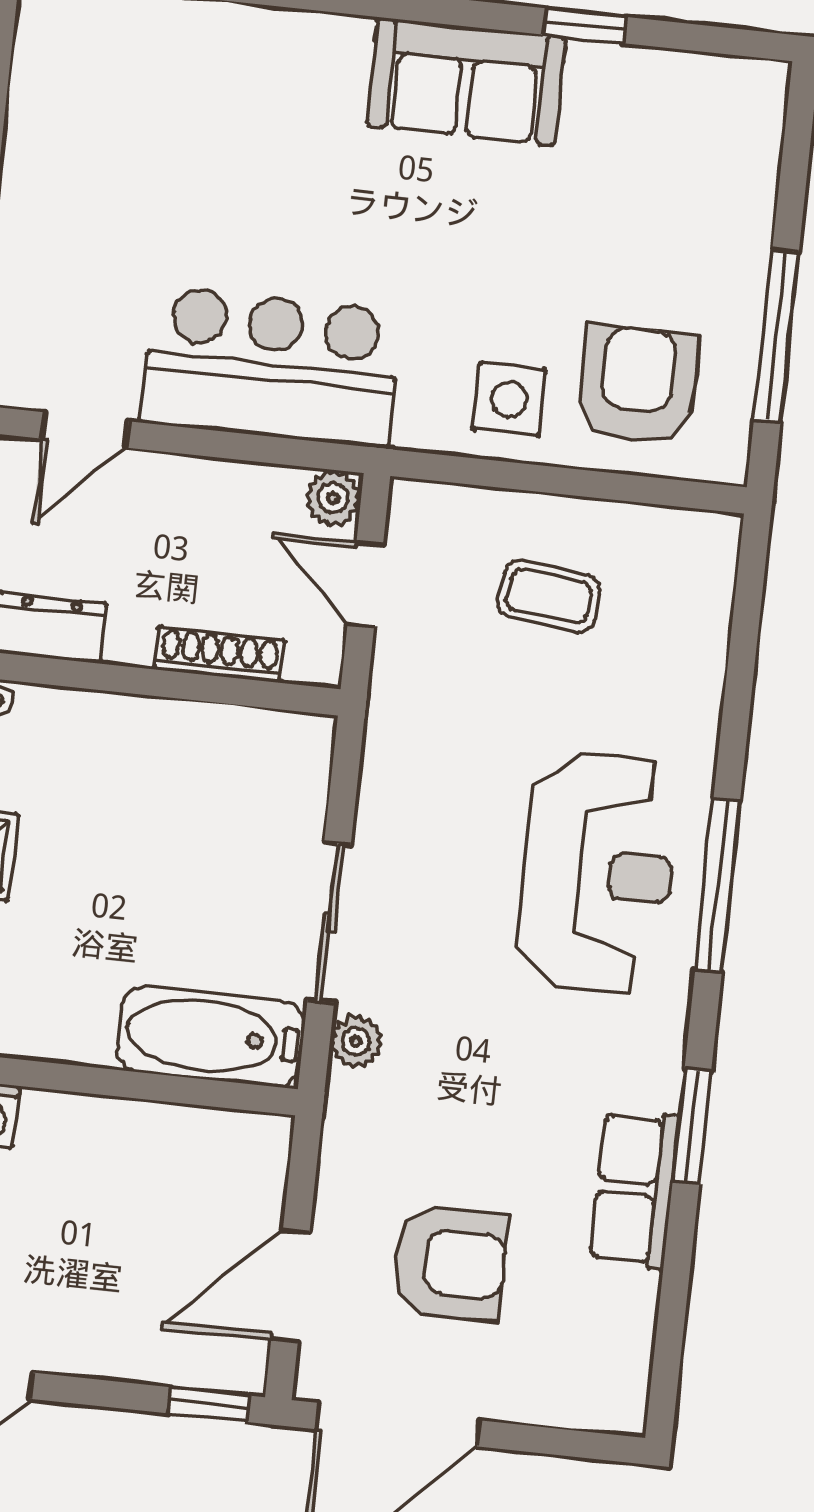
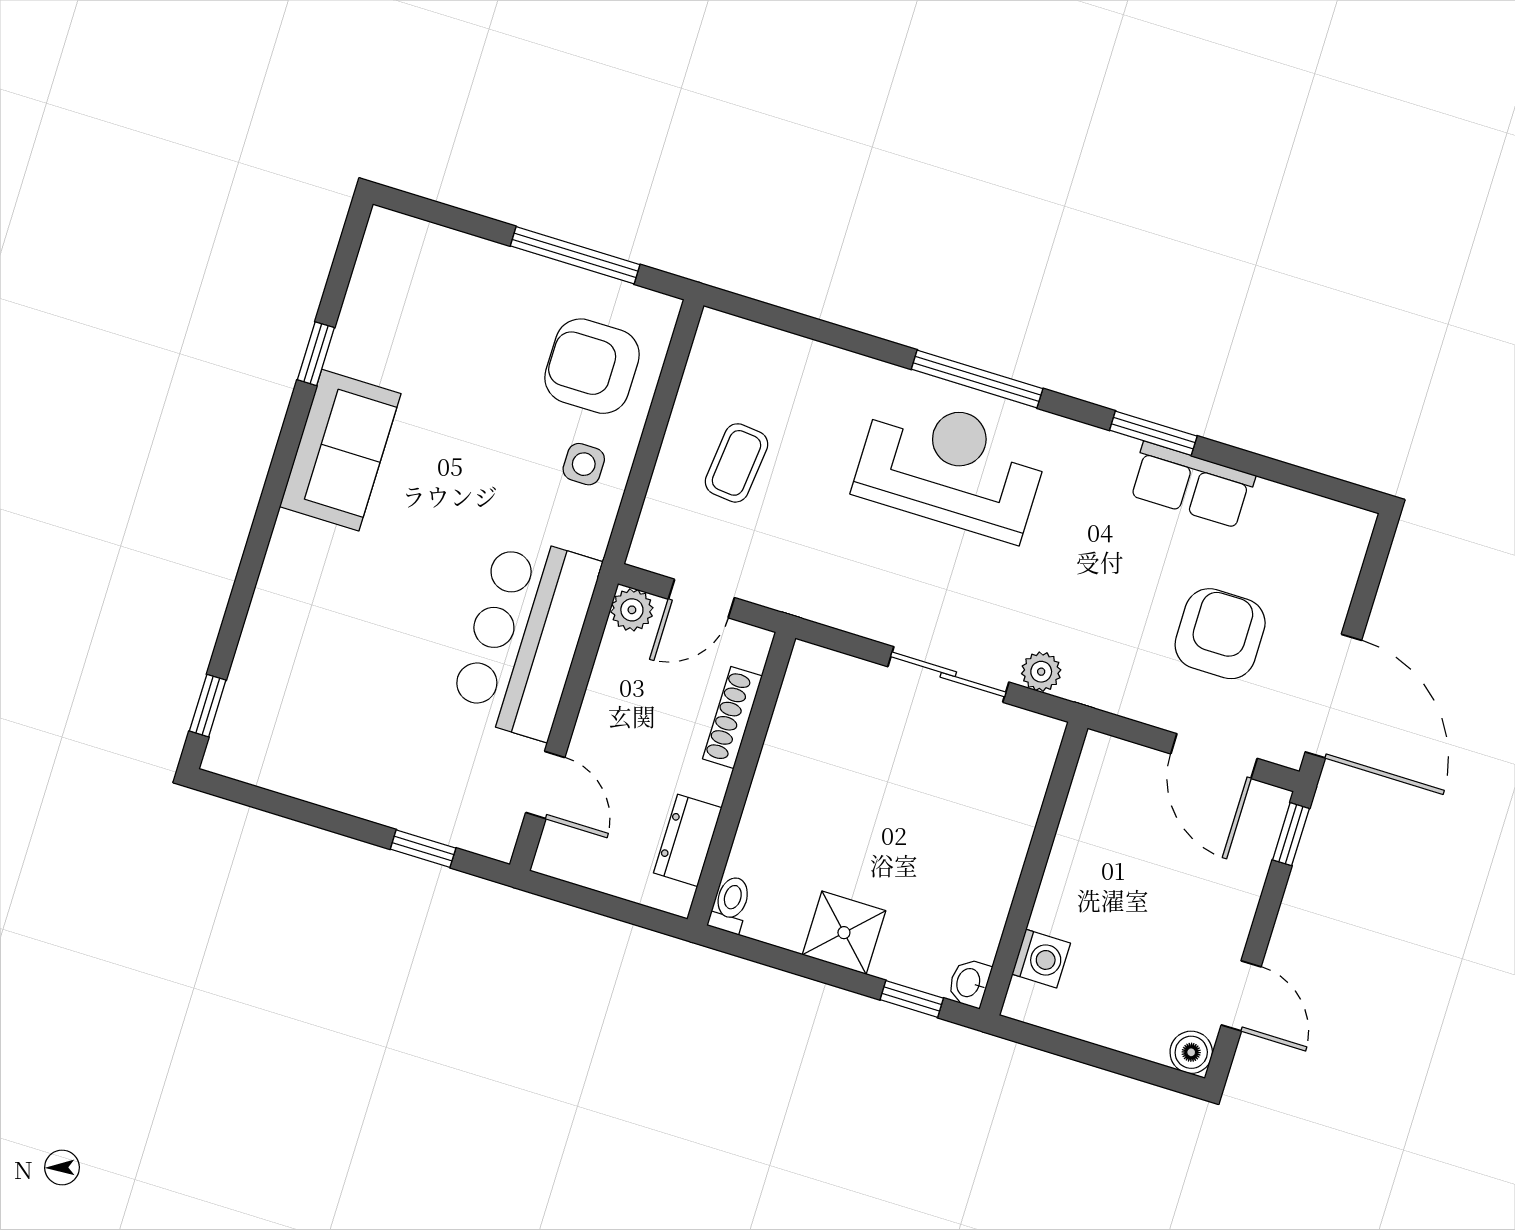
side table: (509, 399) -> (584, 464), width x0.73, depth x0.73
bathtub: (211, 1036) -> (1016, 779), removed

